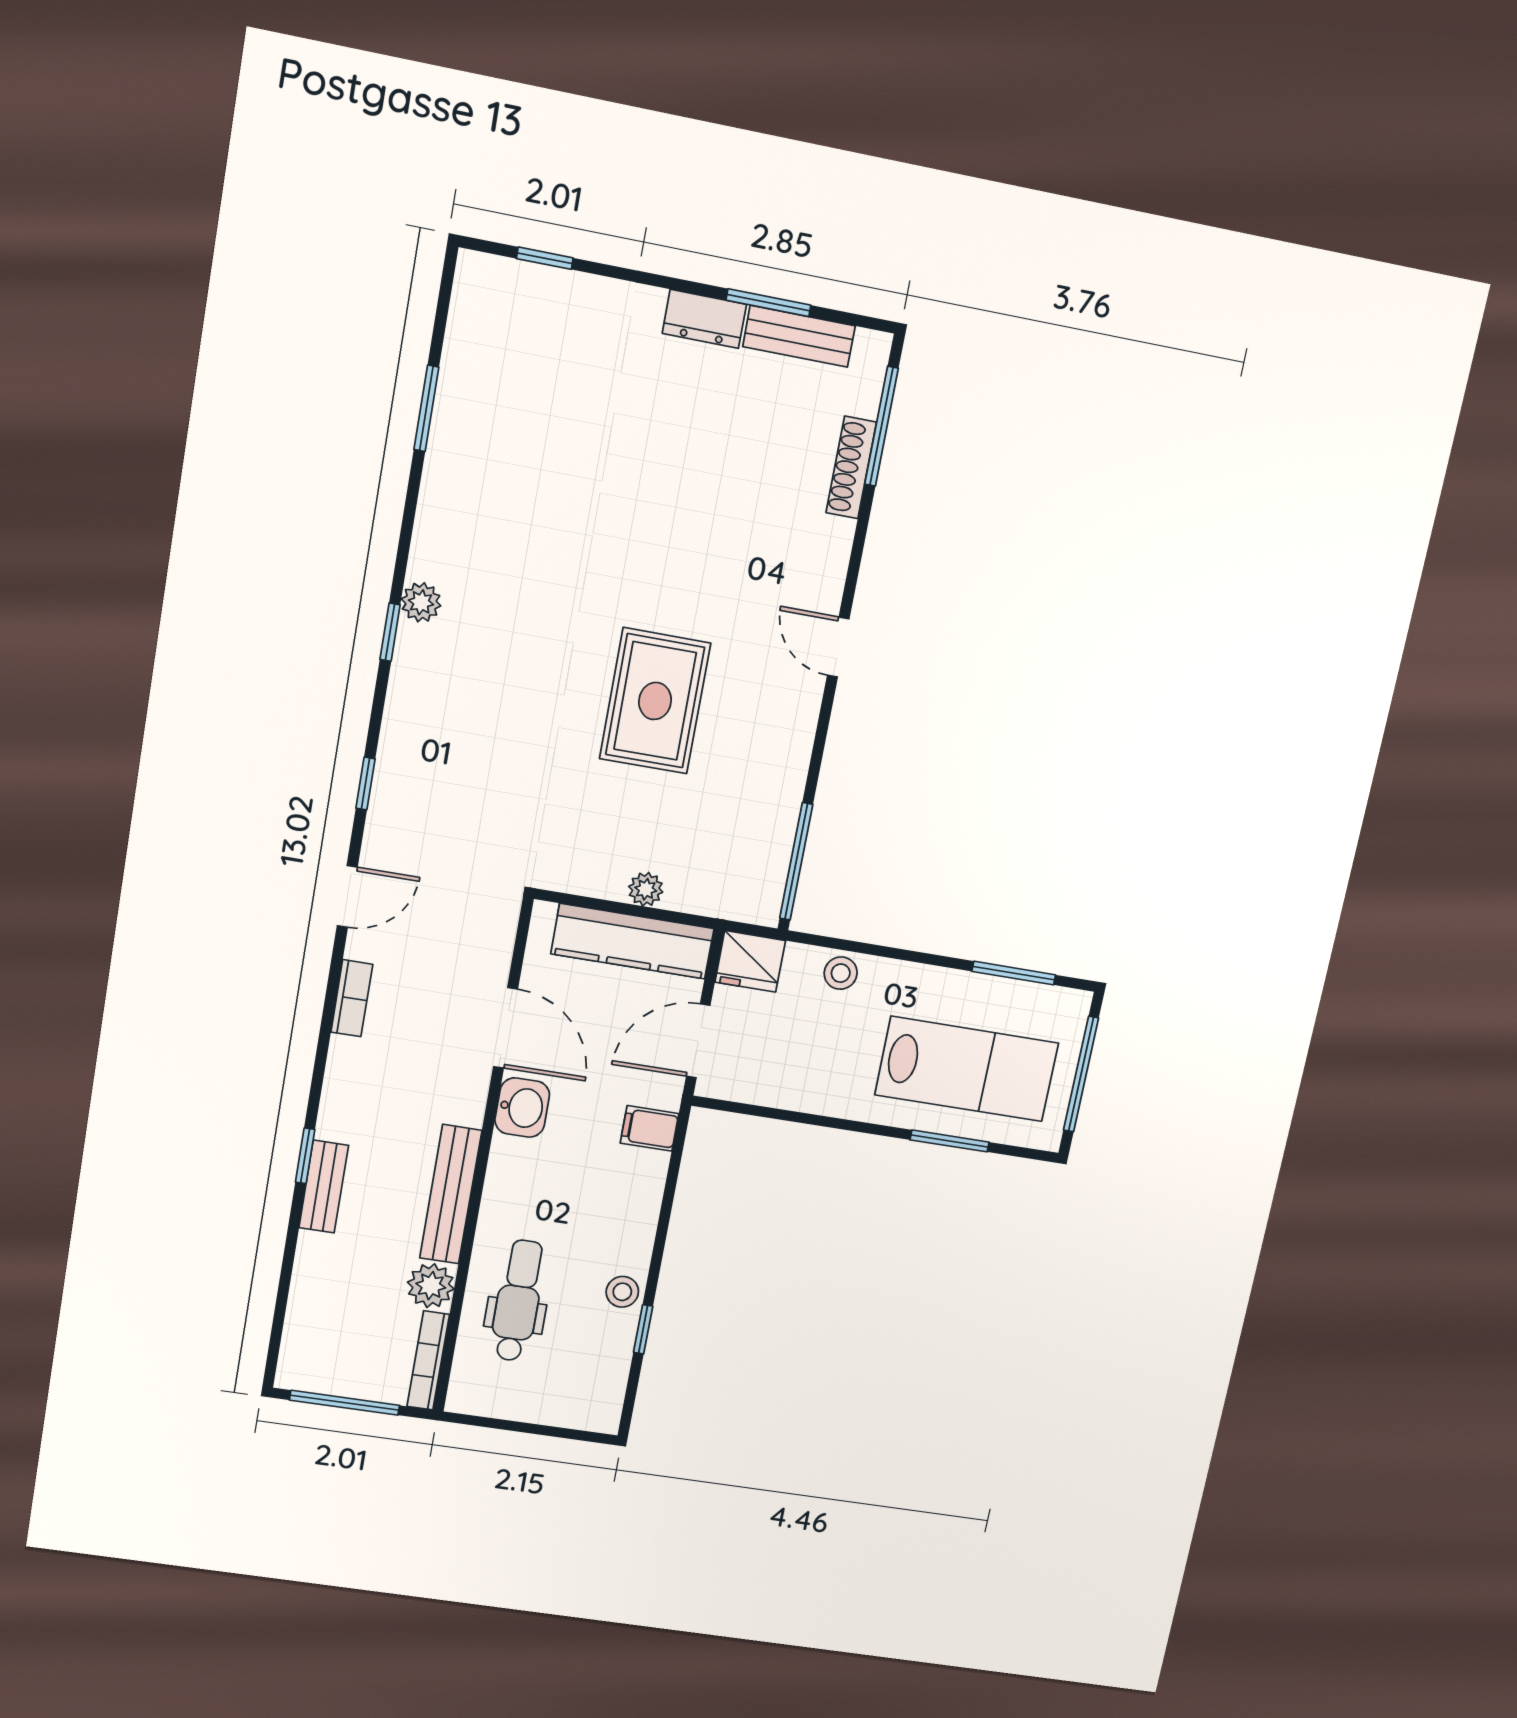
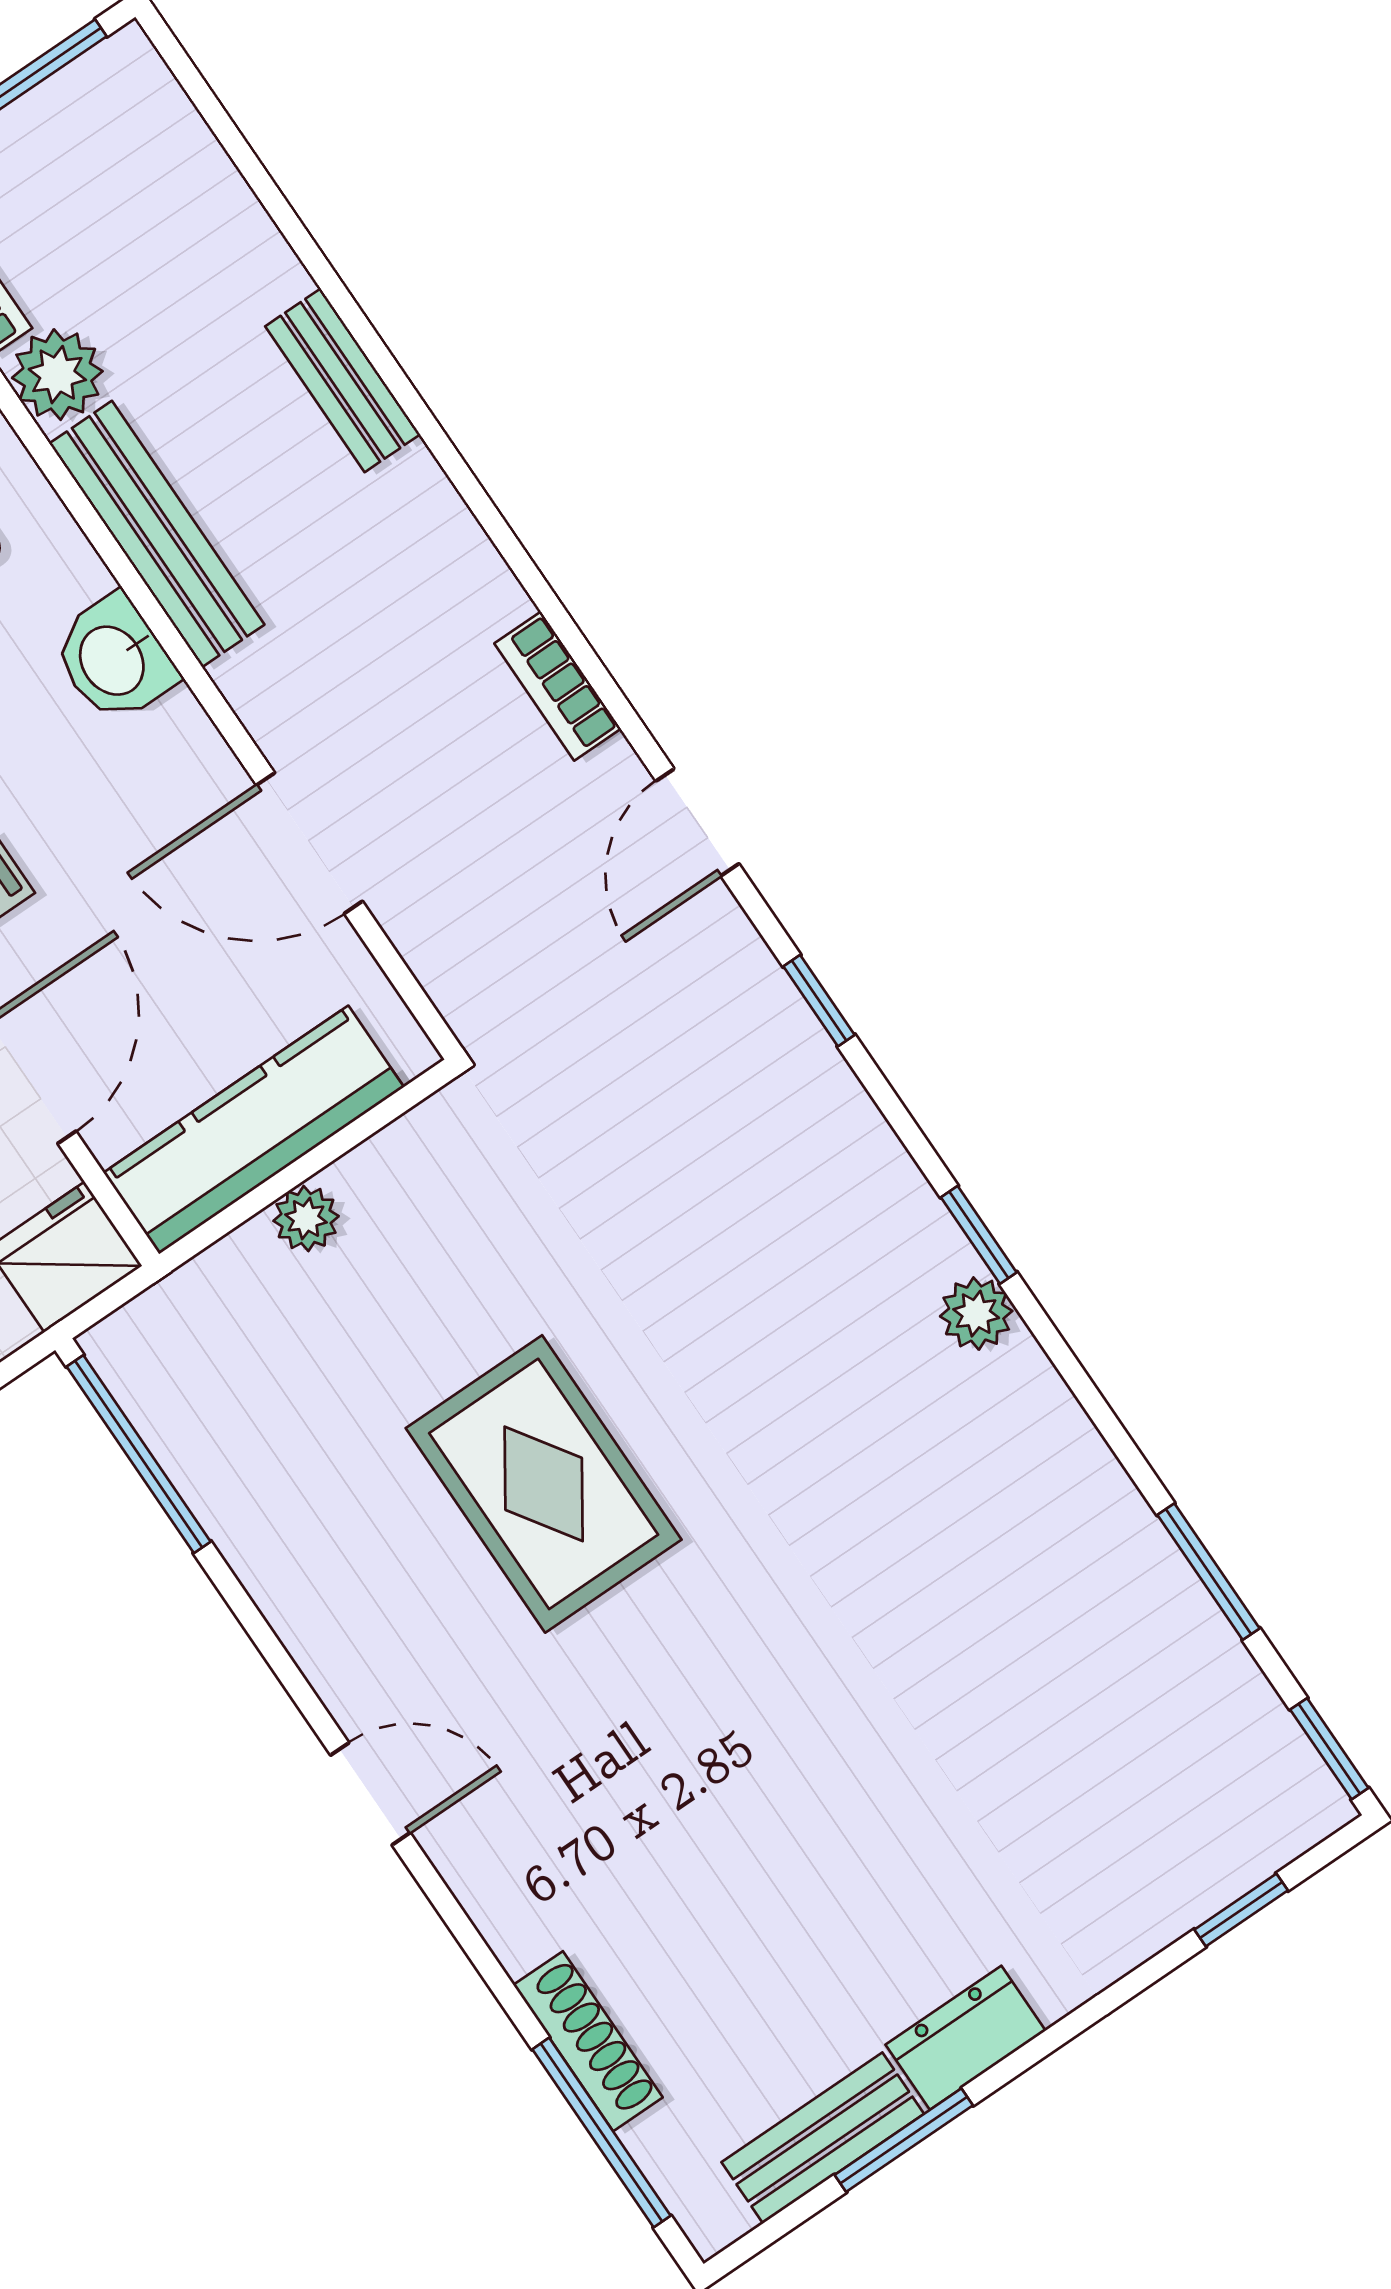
washbasin: (522, 1108) -> (114, 659), moved
window: (305, 1156) -> (1329, 1749), moved

